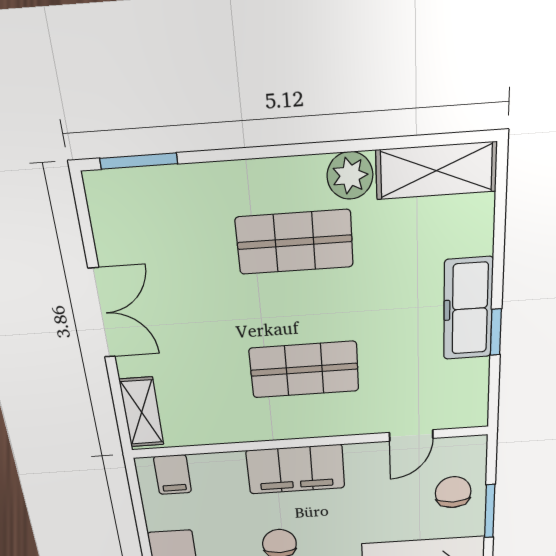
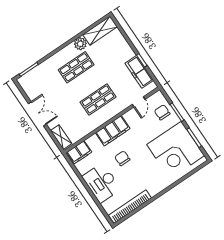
freezer: (468, 309) -> (139, 72), moved
filing cabinet: (173, 475) -> (79, 152), width x2.00

